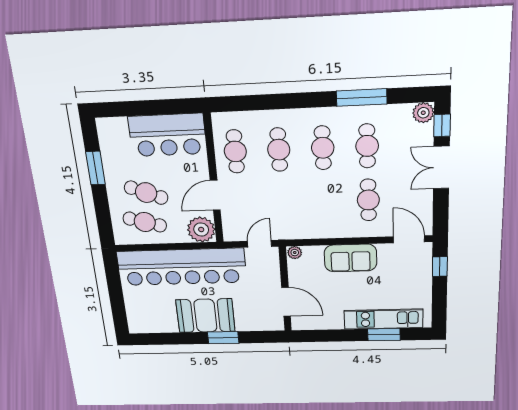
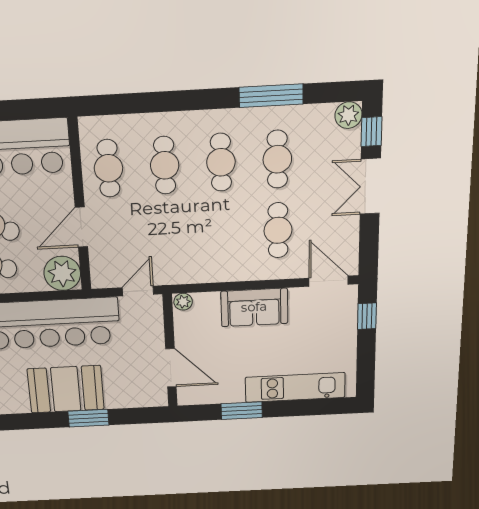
window: (384, 335) -> (242, 411), moved

